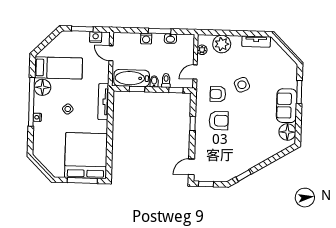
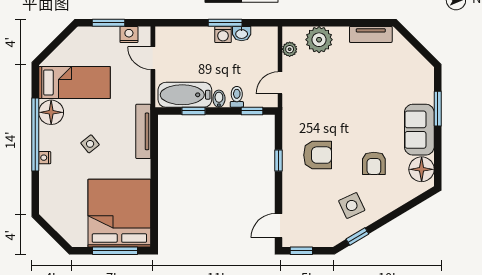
washing machine: (146, 39) -> (223, 35), moved
side table: (242, 85) -> (352, 205), moved
armchair: (218, 94) -> (374, 163), moved, turned -90

